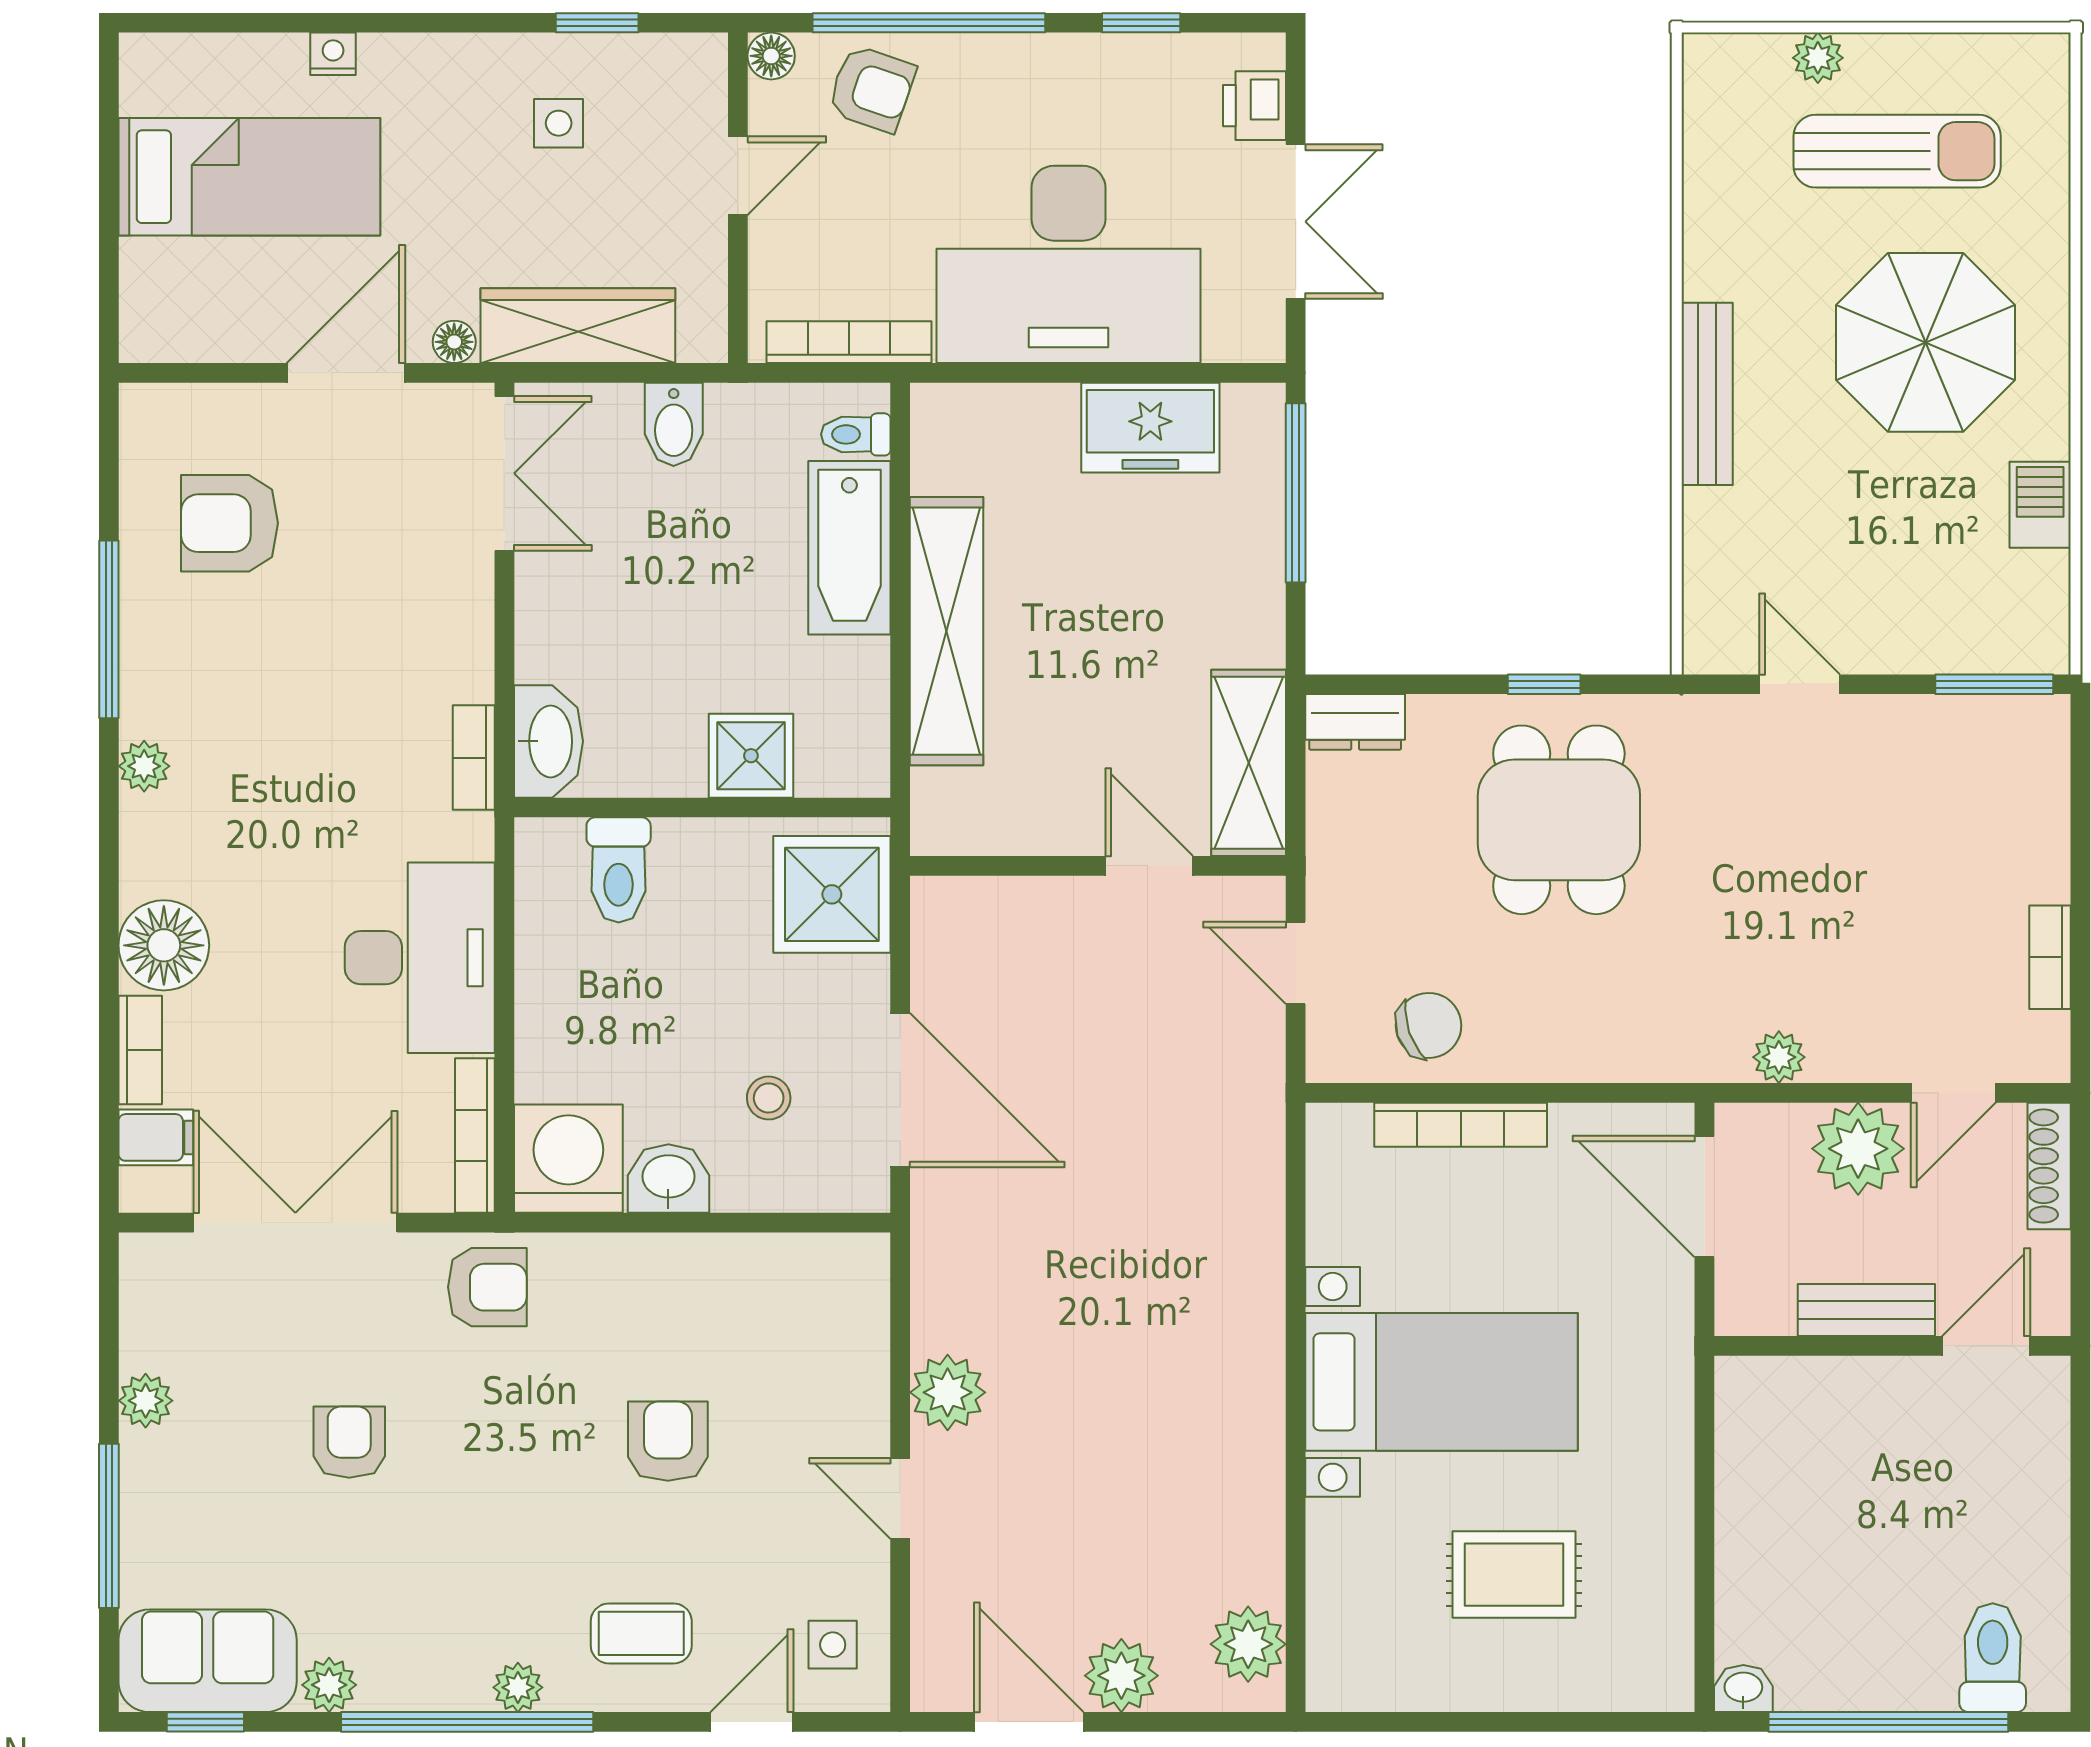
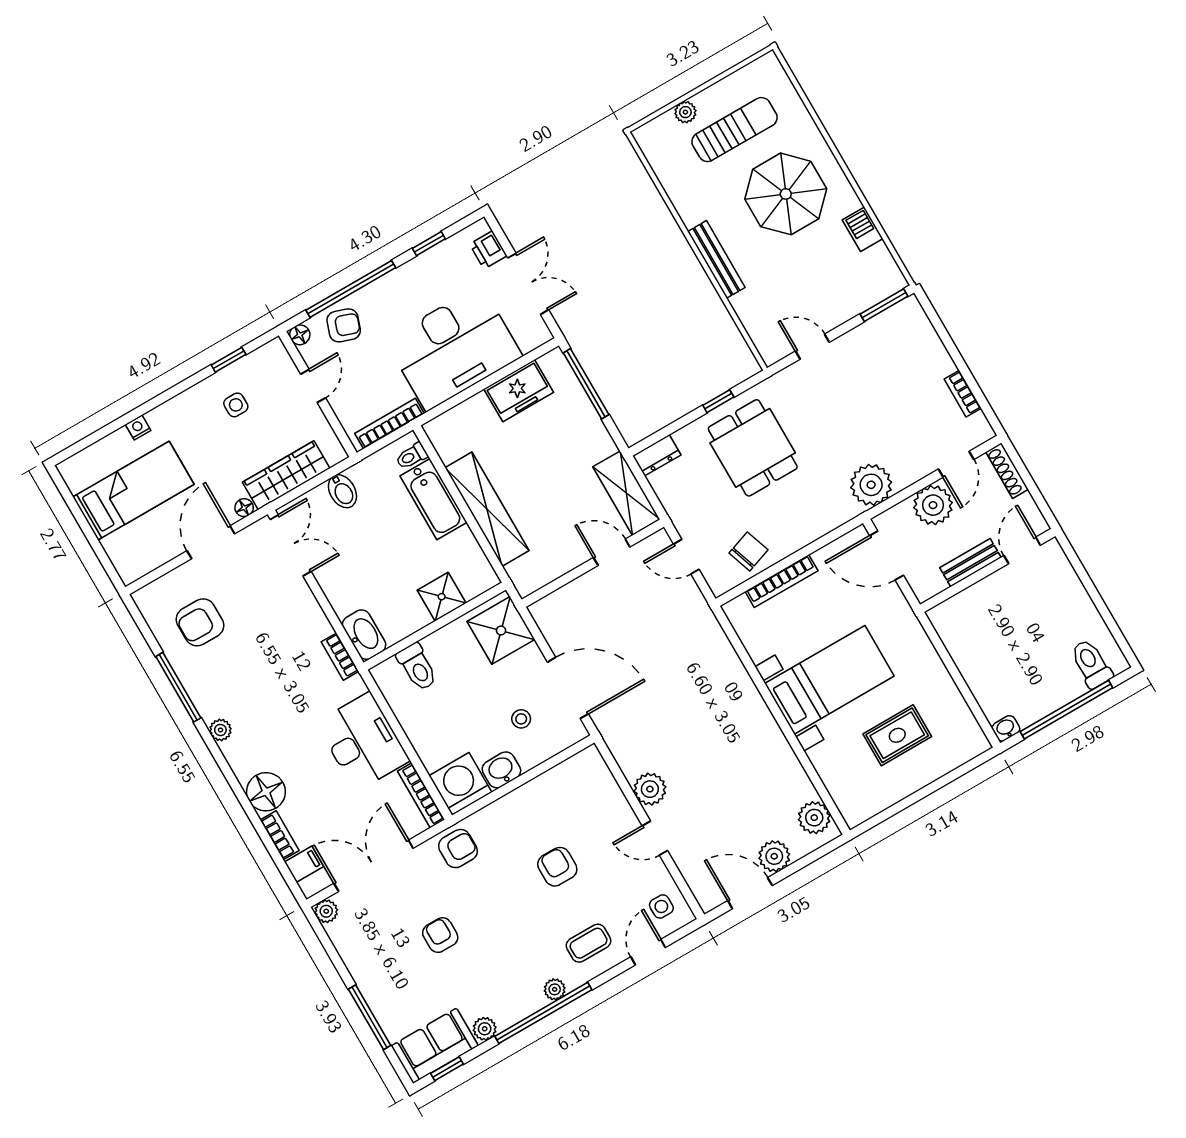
plant: (1779, 1057) -> (871, 485), width x1.87, depth x1.87
plant: (146, 1401) -> (326, 911), moved

